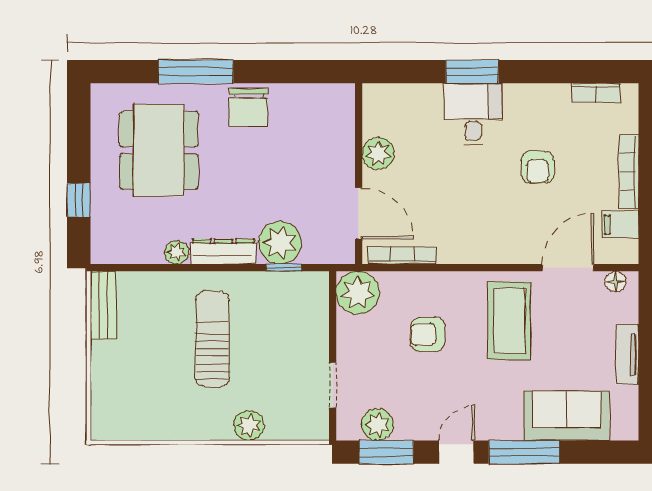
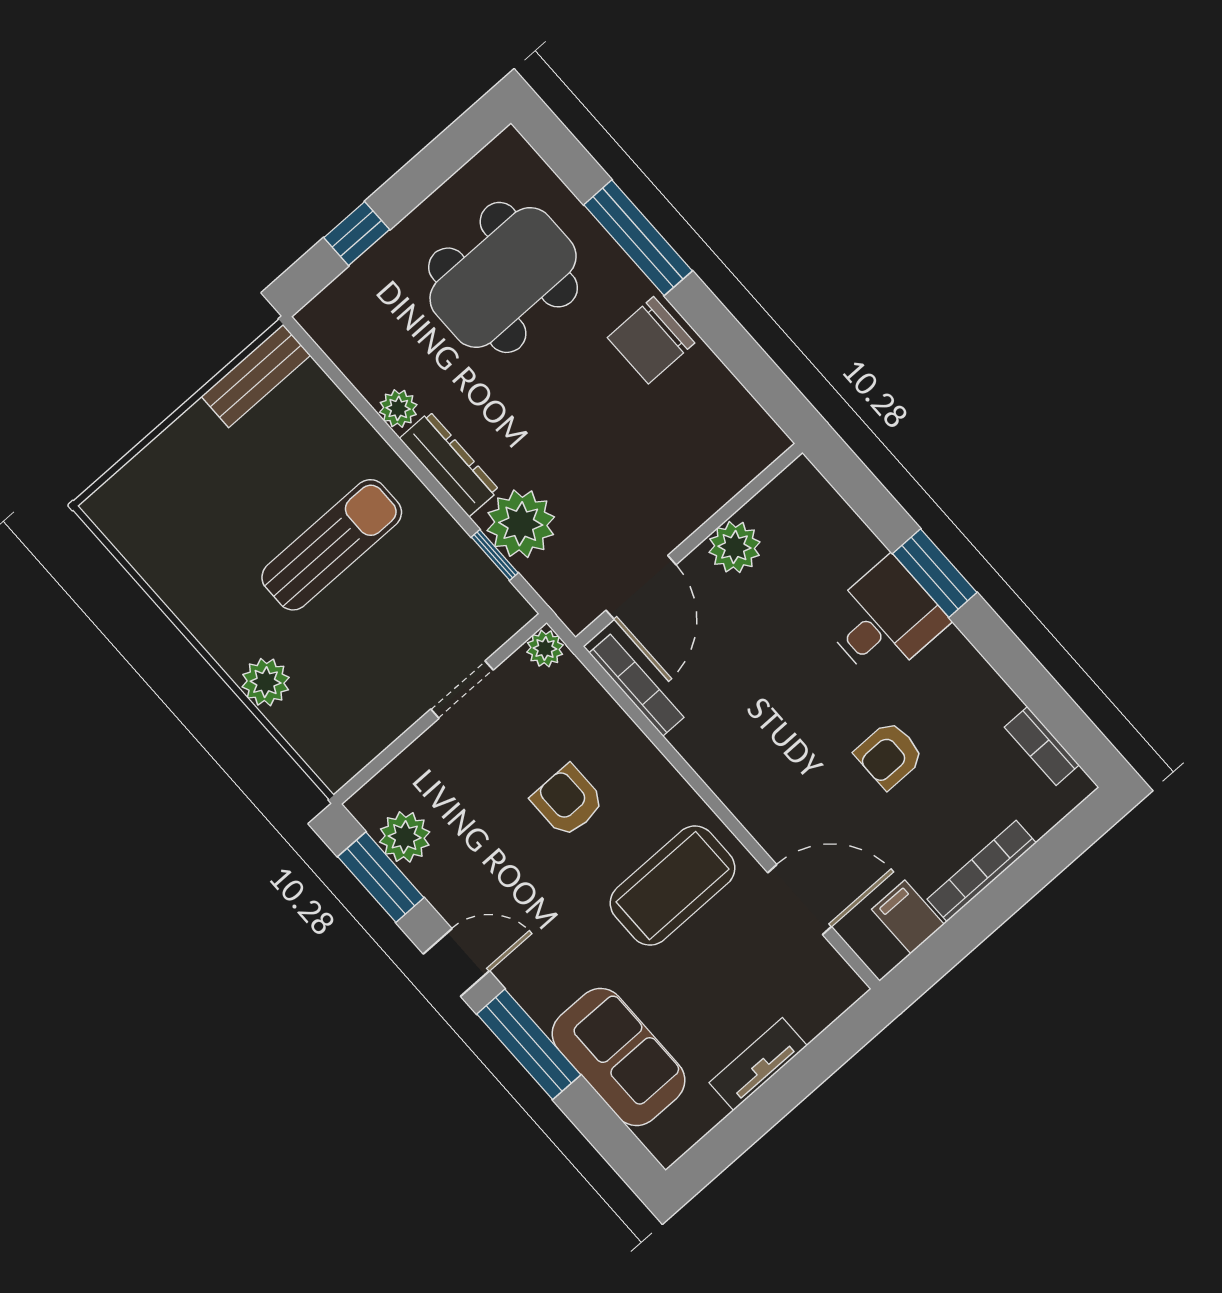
floor lamp: (616, 281) -> (834, 972), removed
plant: (358, 293) -> (545, 649), width x0.53, depth x0.53
doorway: (333, 385) -> (462, 690), moved

